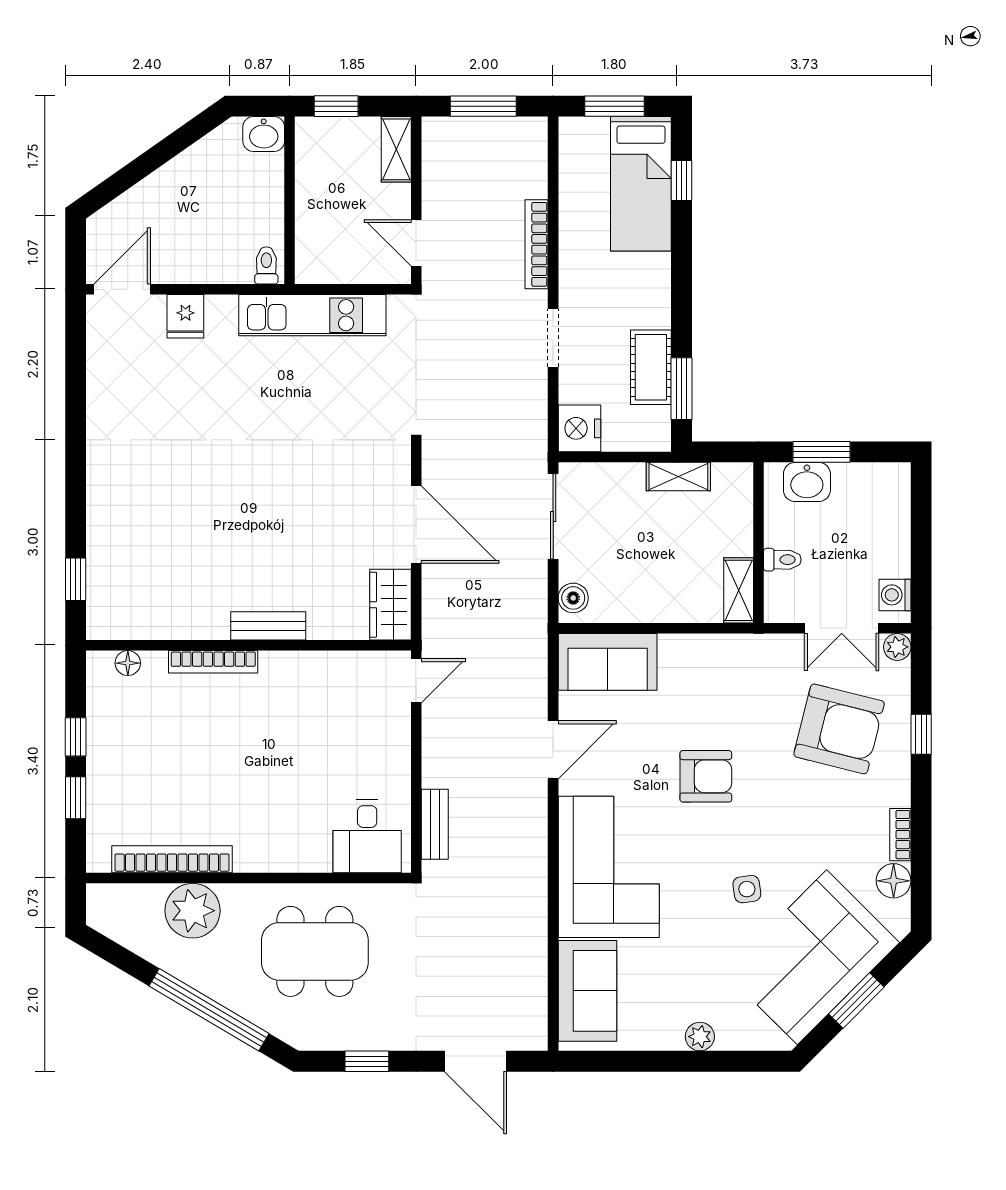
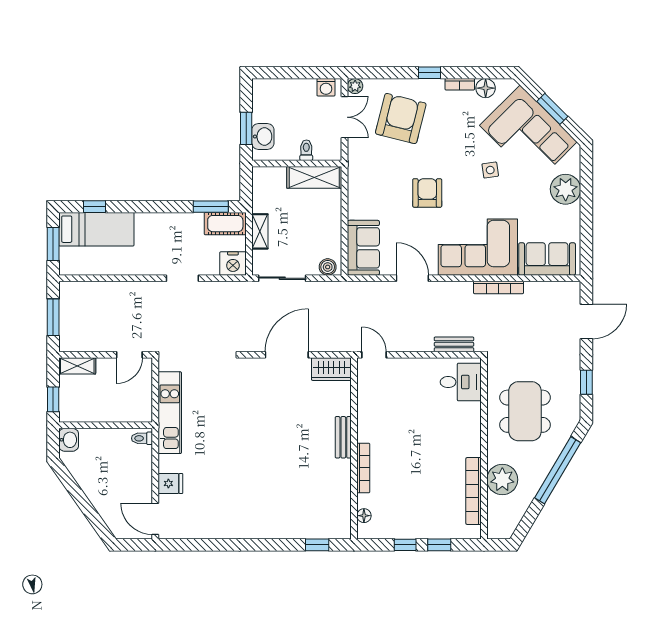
bookcase: (537, 244) -> (499, 287), moved
cot: (651, 367) -> (225, 224), moved
shelving: (678, 477) -> (260, 231), moved
shelving: (739, 590) -> (314, 177), width x1.50, depth x1.33
window: (921, 734) -> (429, 73), moved
plant: (700, 1037) -> (566, 189), width x1.87, depth x1.87

